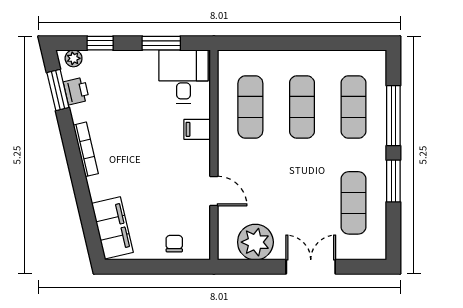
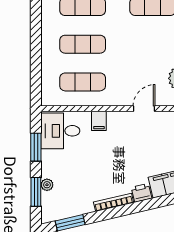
window: (100, 43) -> (36, 192), width x1.50
plant: (74, 58) -> (47, 185), moved
printer: (76, 91) -> (142, 193), moved

